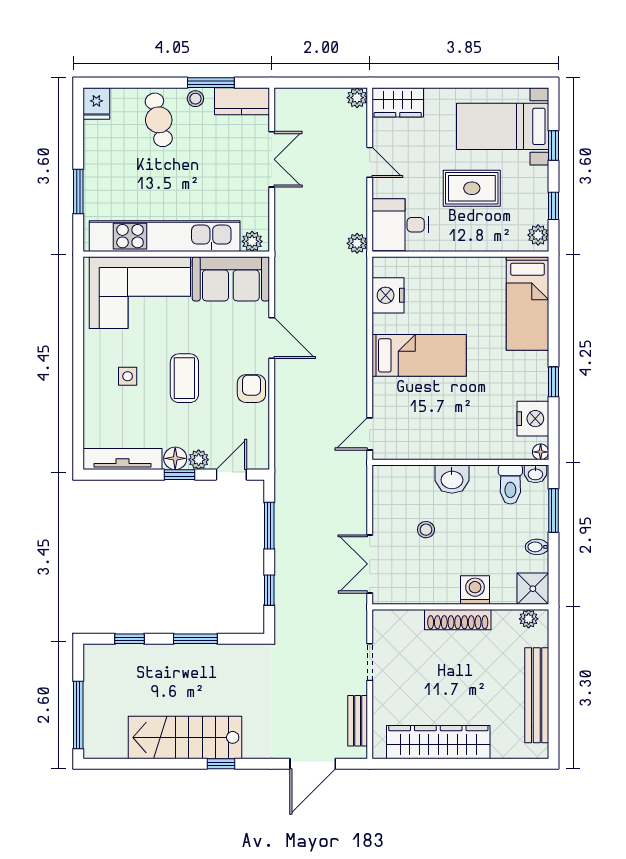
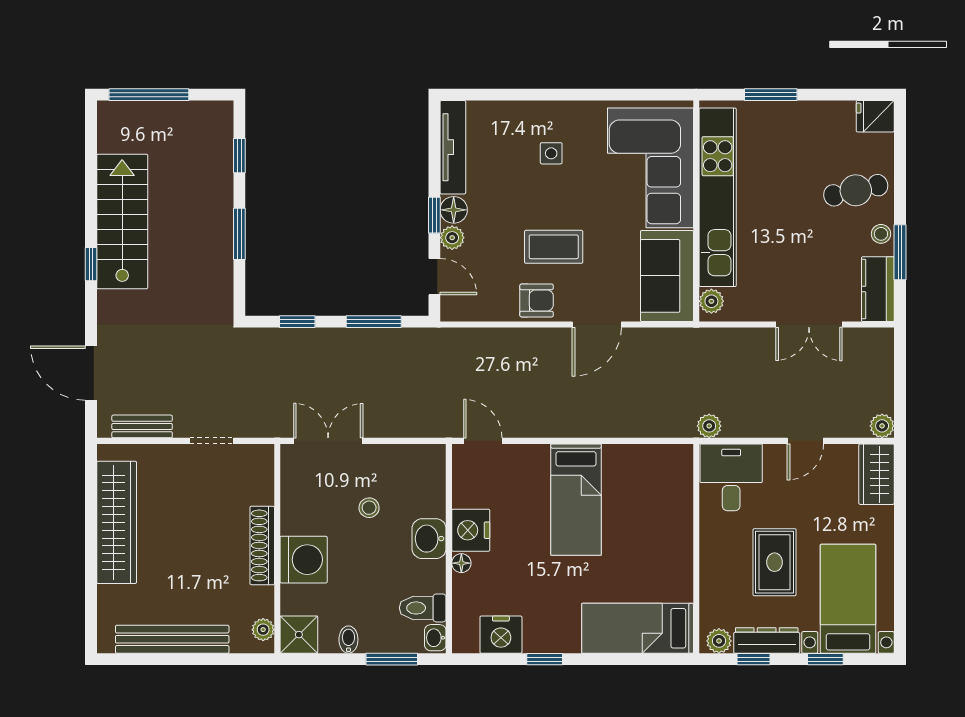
dresser: (538, 195) -> (767, 640), added
nightstand: (388, 295) -> (471, 530), moved, turned -90
coffee table: (184, 378) -> (554, 247), moved
floor lamp: (541, 452) -> (461, 563), moved
washing machine: (475, 590) -> (304, 560), width x1.37, depth x1.37

